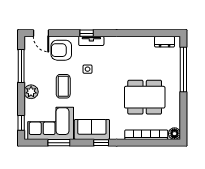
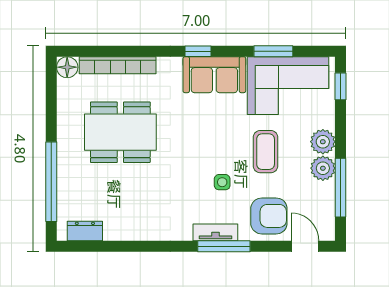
window: (87, 33) -> (224, 246), width x2.17
plant: (31, 77) -> (323, 168), added

